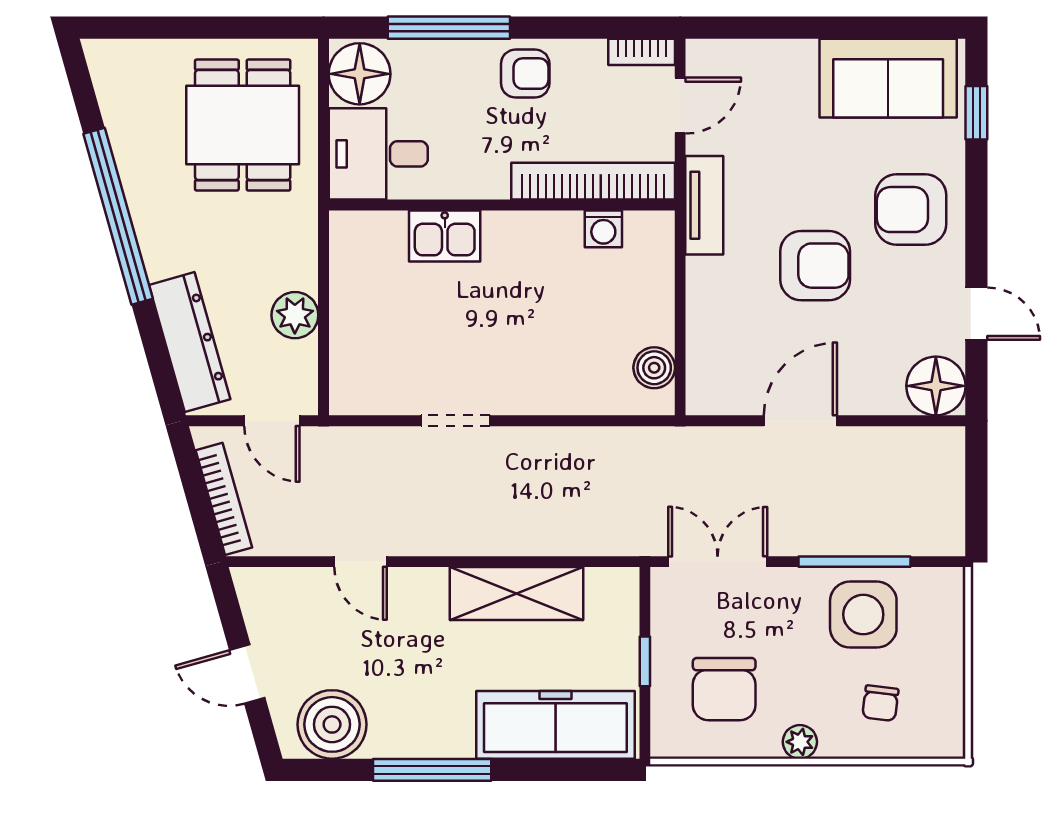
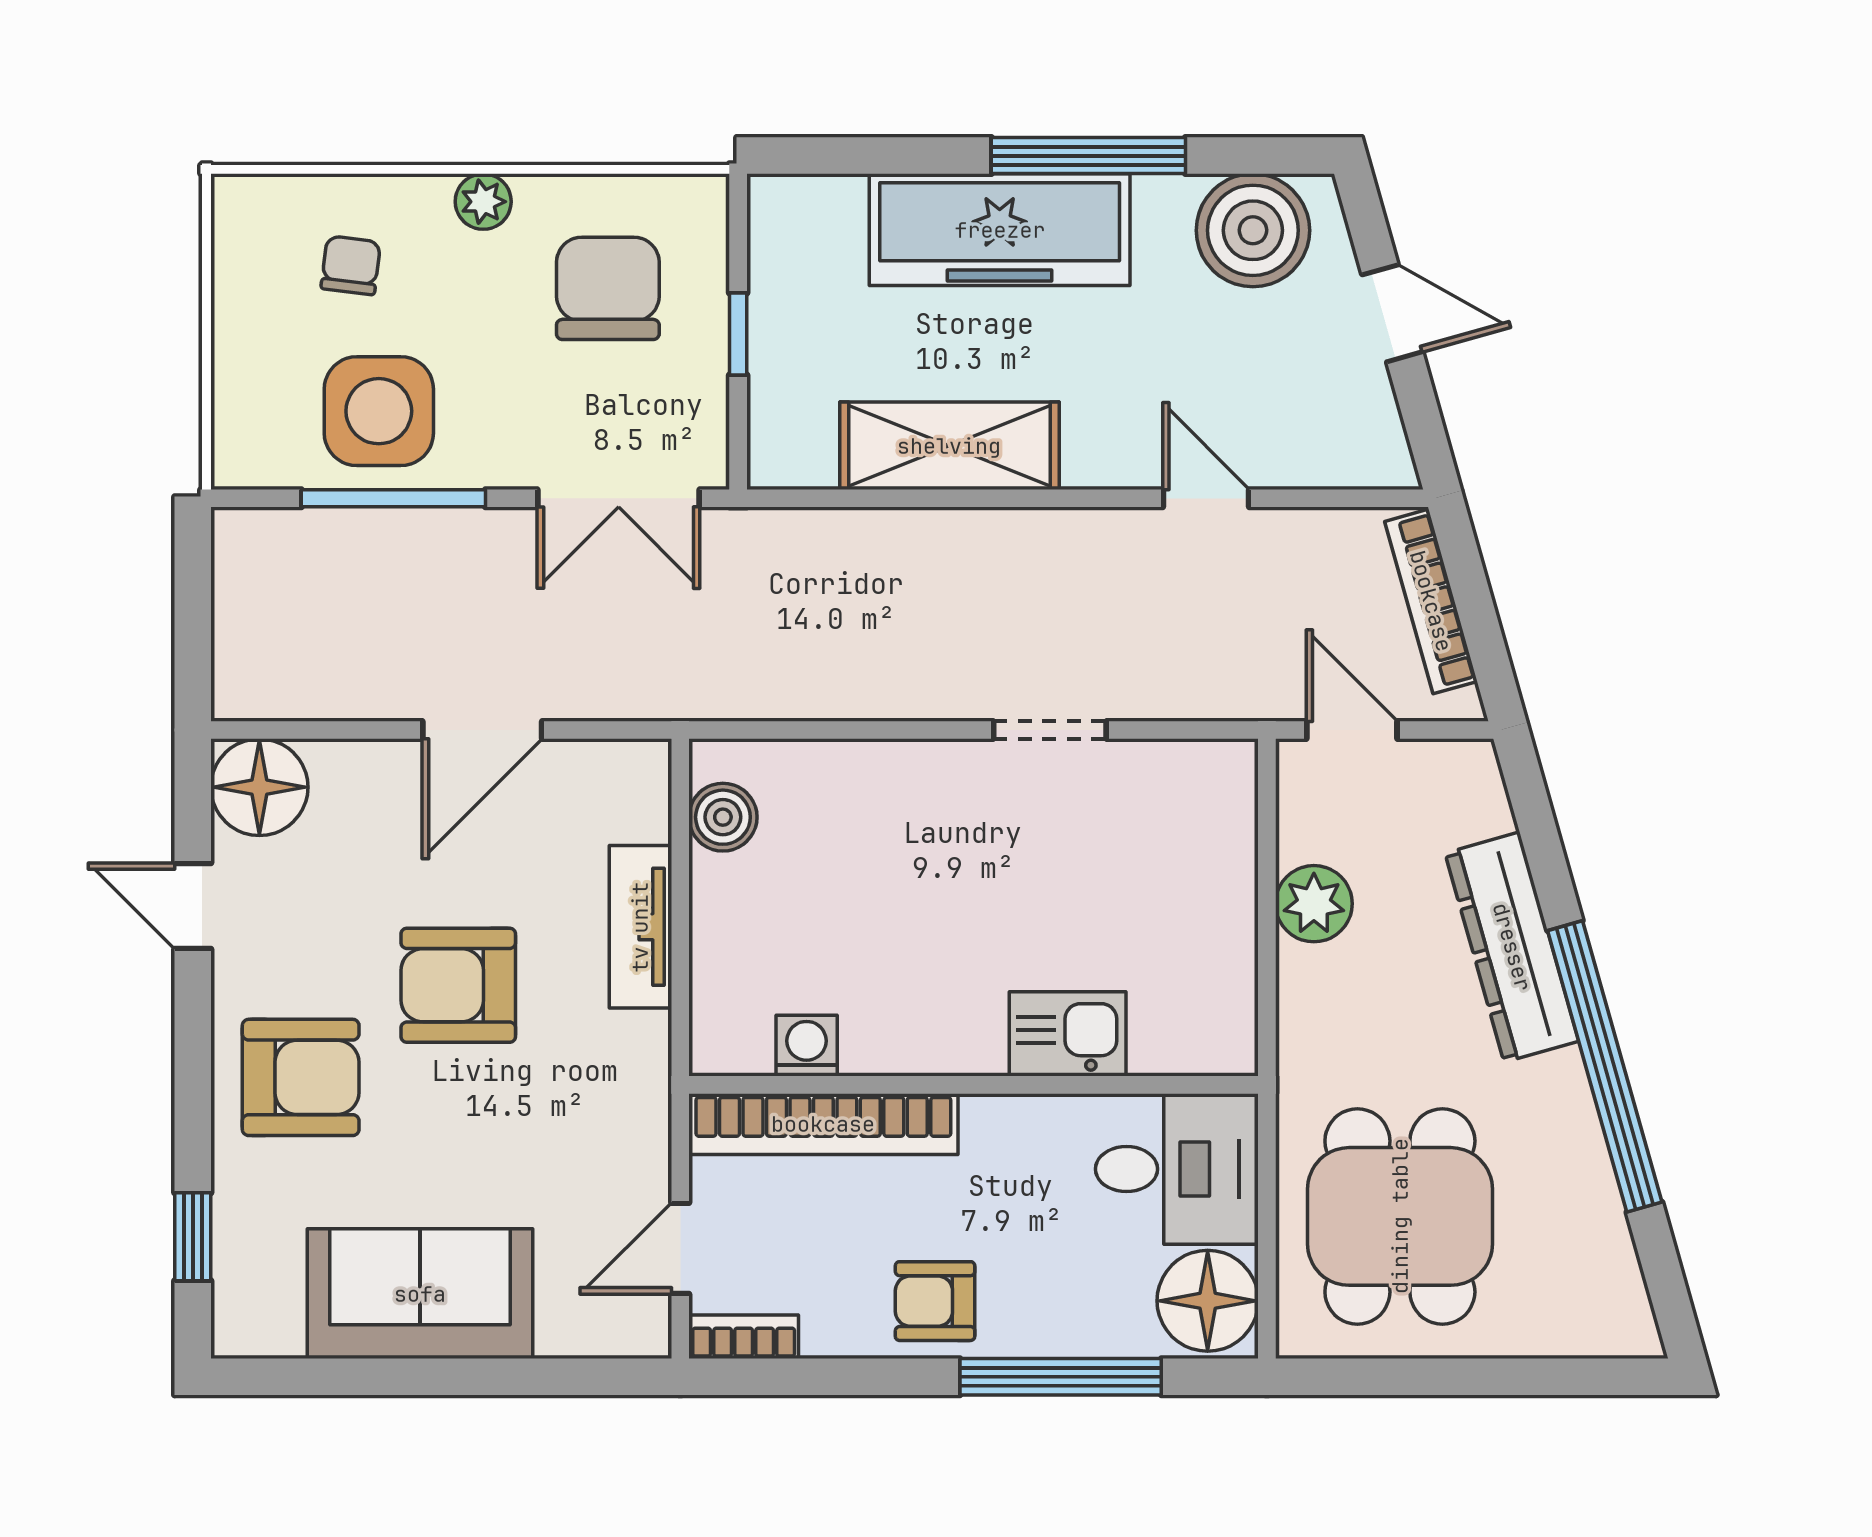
sofa: (888, 78) -> (420, 1294), moved
tv unit: (704, 205) -> (640, 927), moved
dresser: (190, 342) -> (1512, 947), moved
freezer: (555, 725) -> (1000, 230), moved

